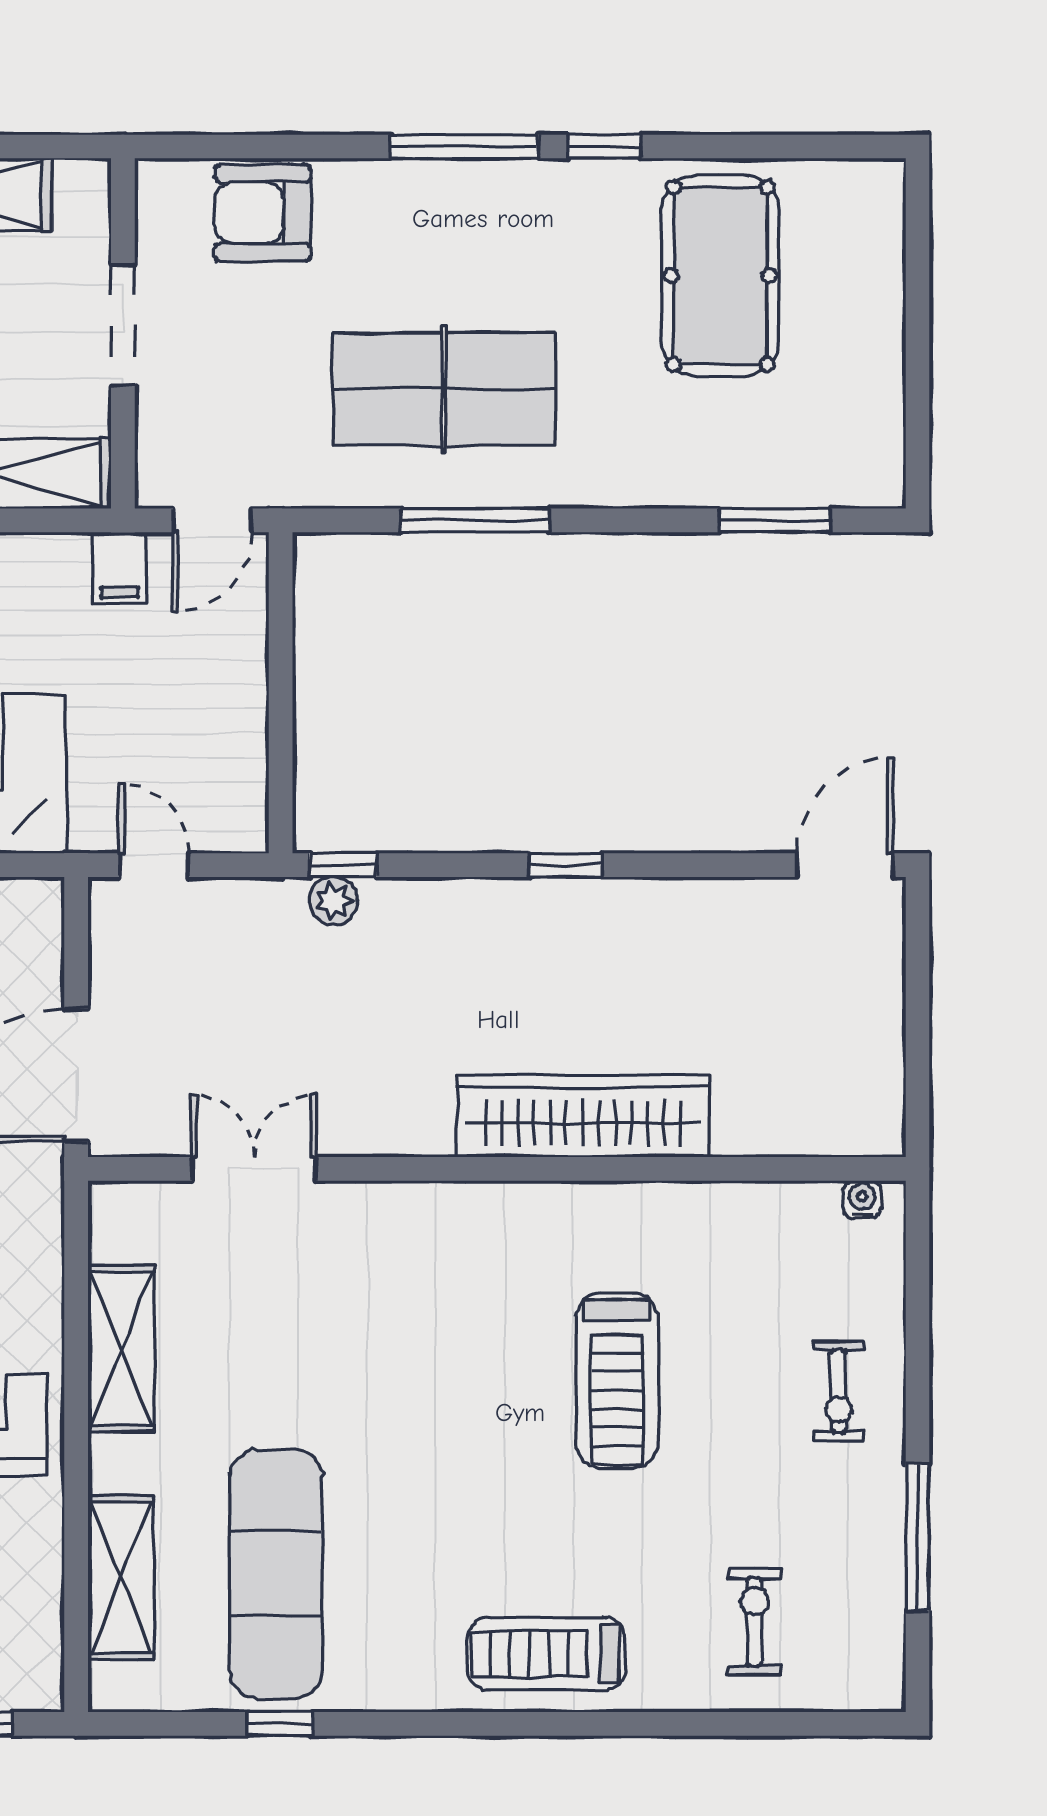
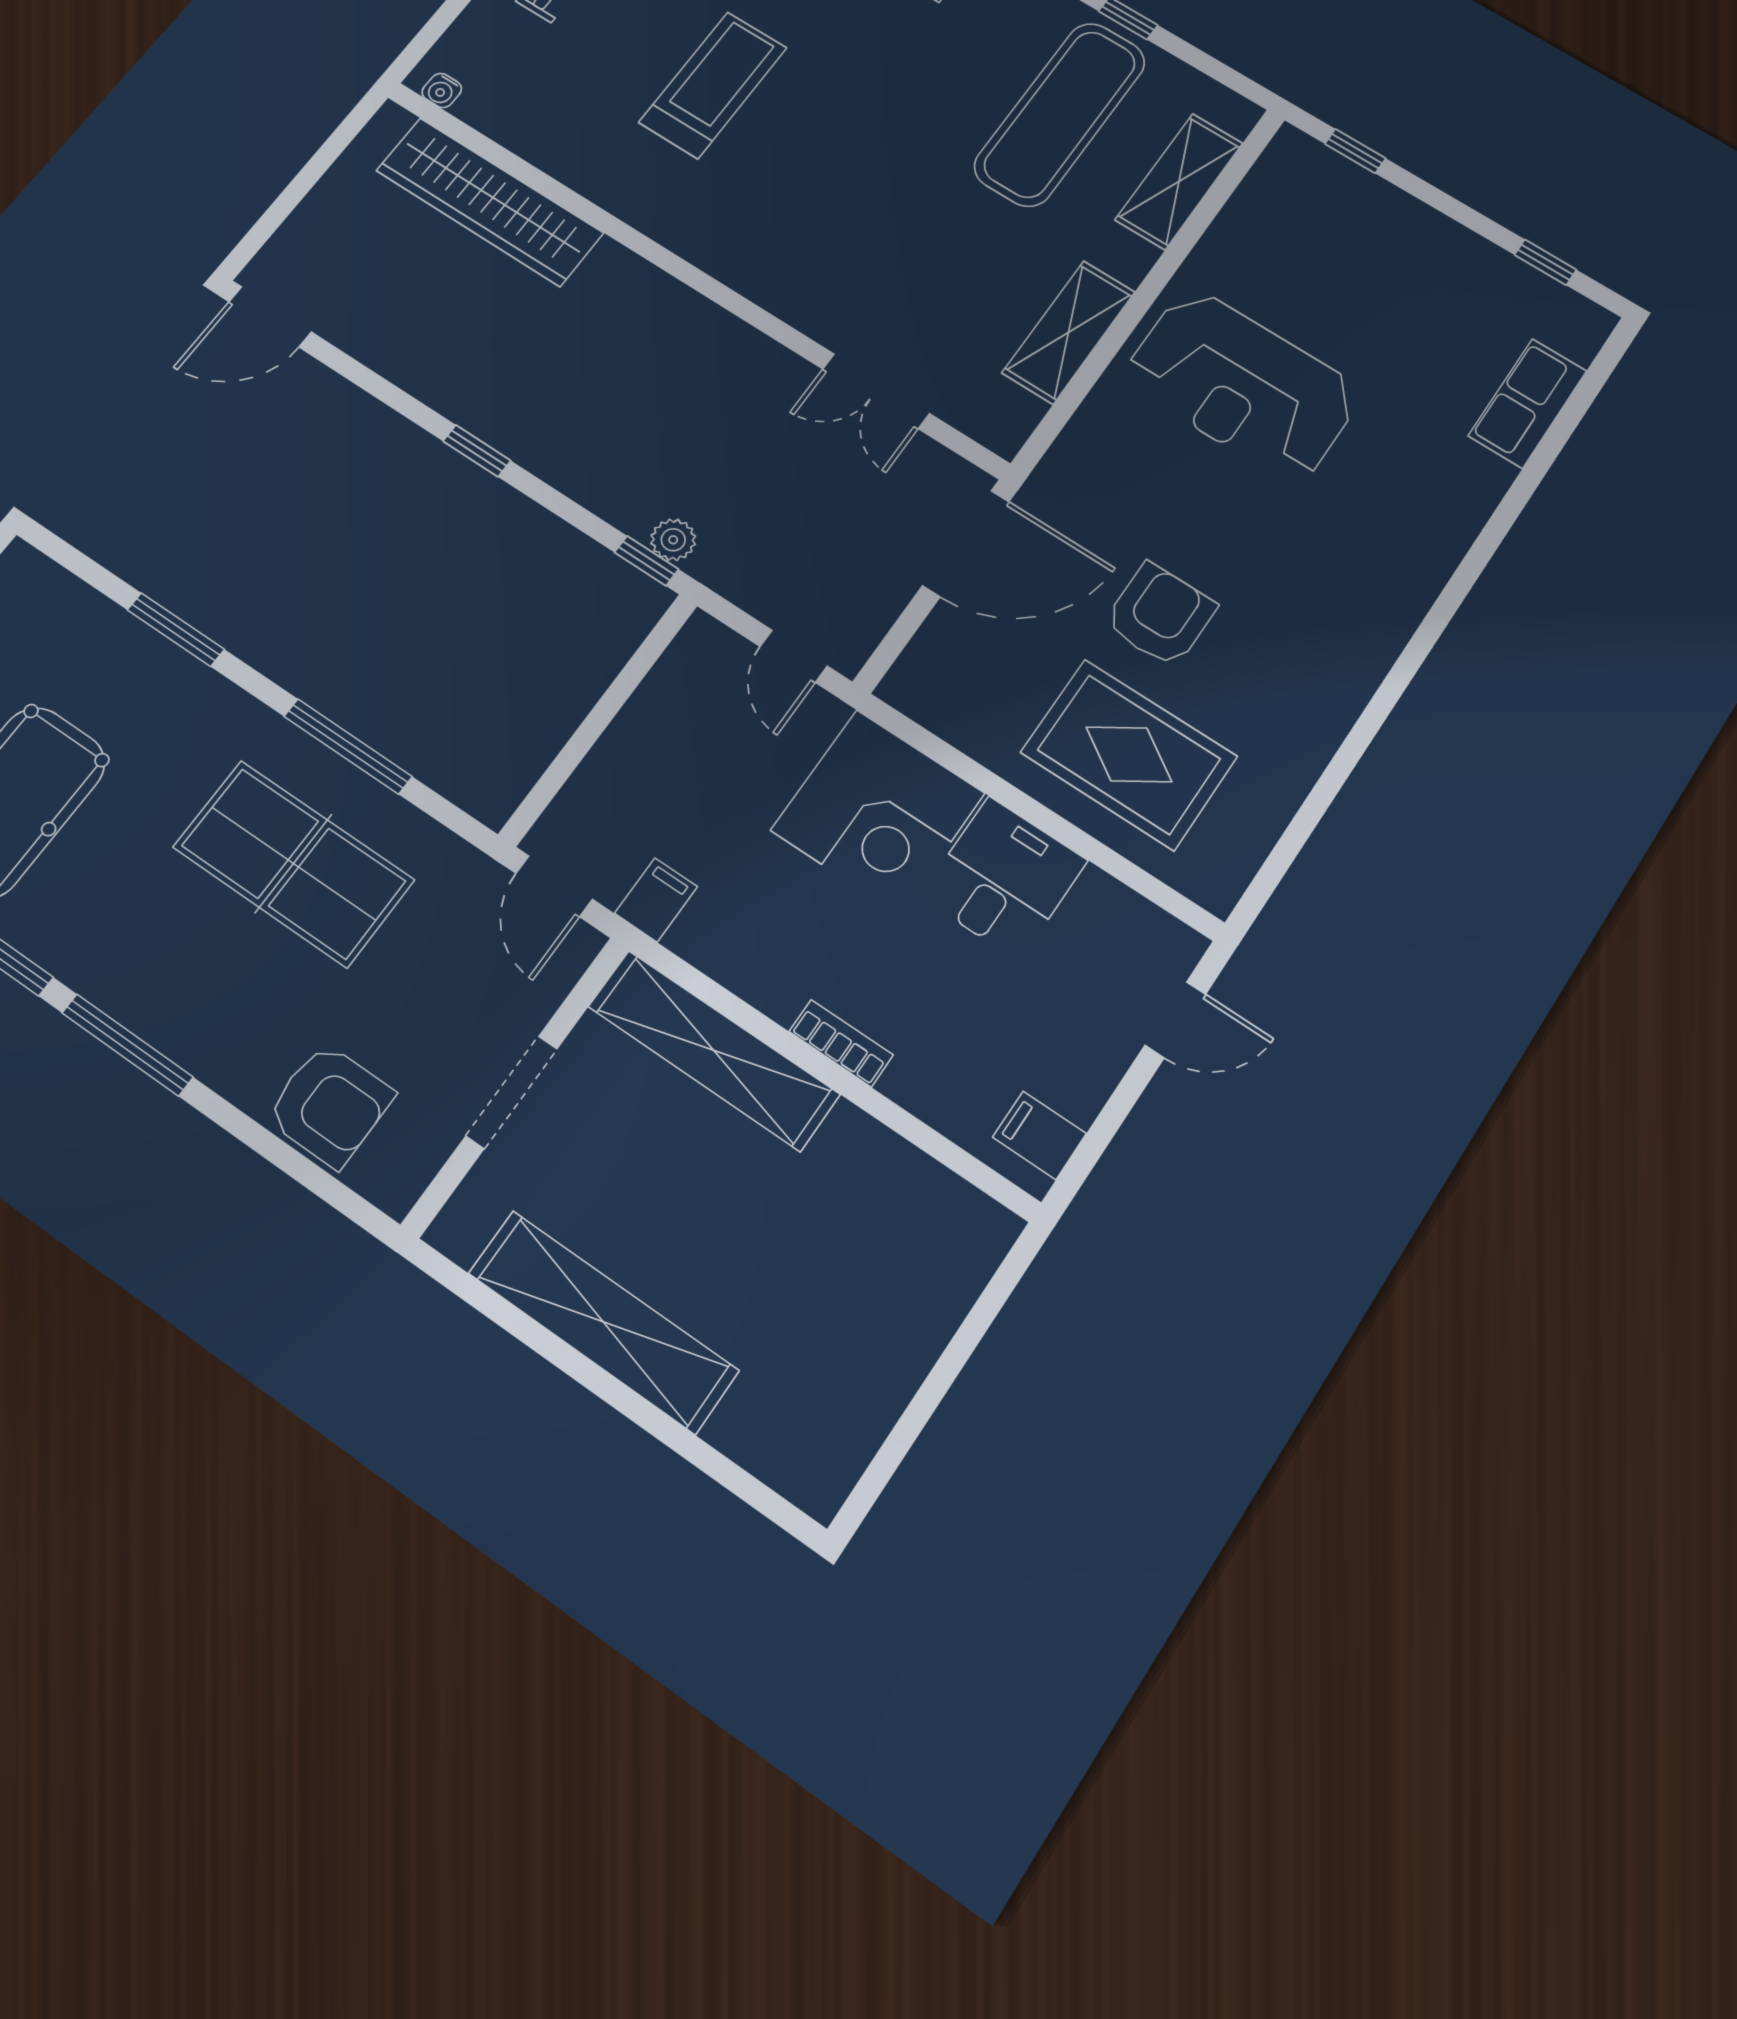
door: (213, 520) -> (554, 886), swing flipped
window: (775, 520) -> (176, 630), moved
wardrobe: (583, 1116) -> (490, 202), moved

